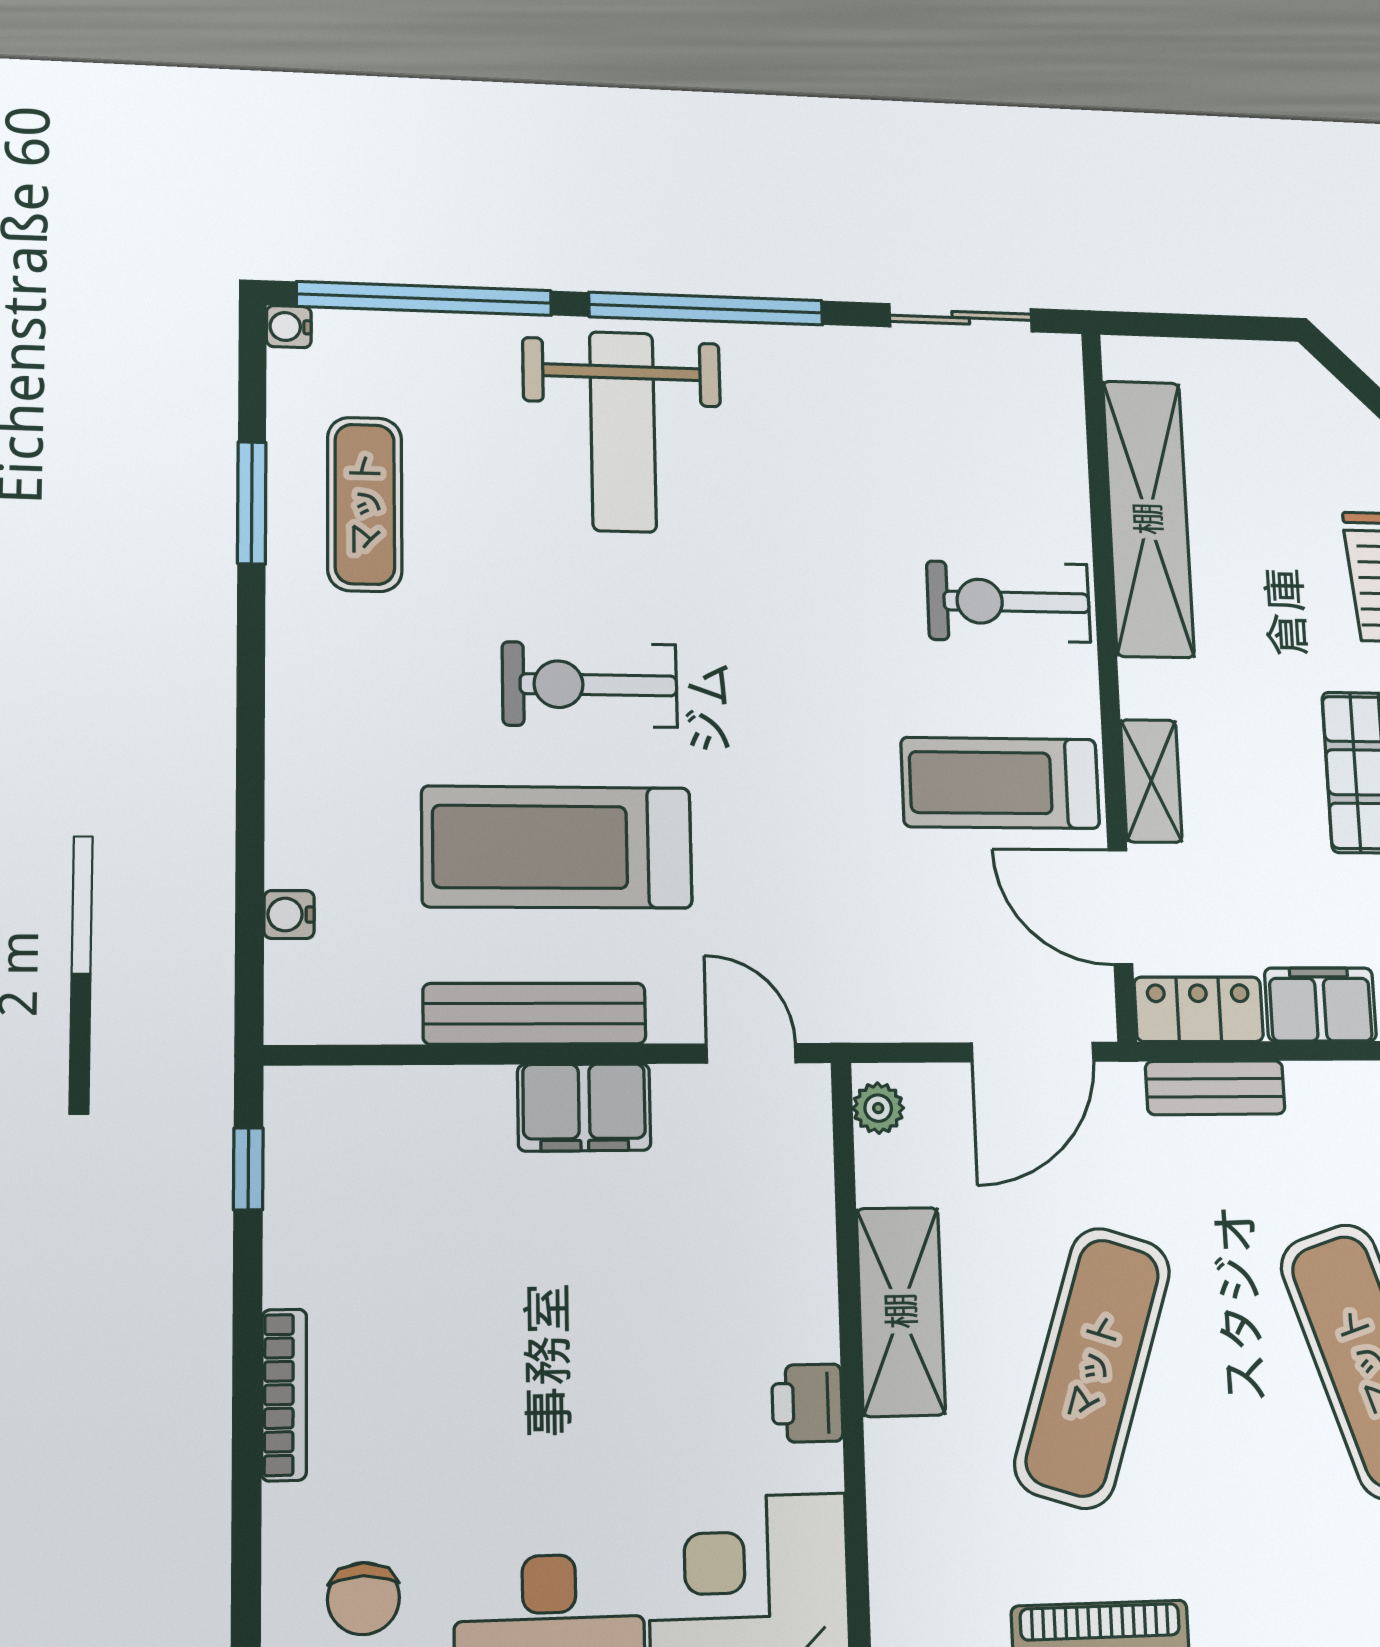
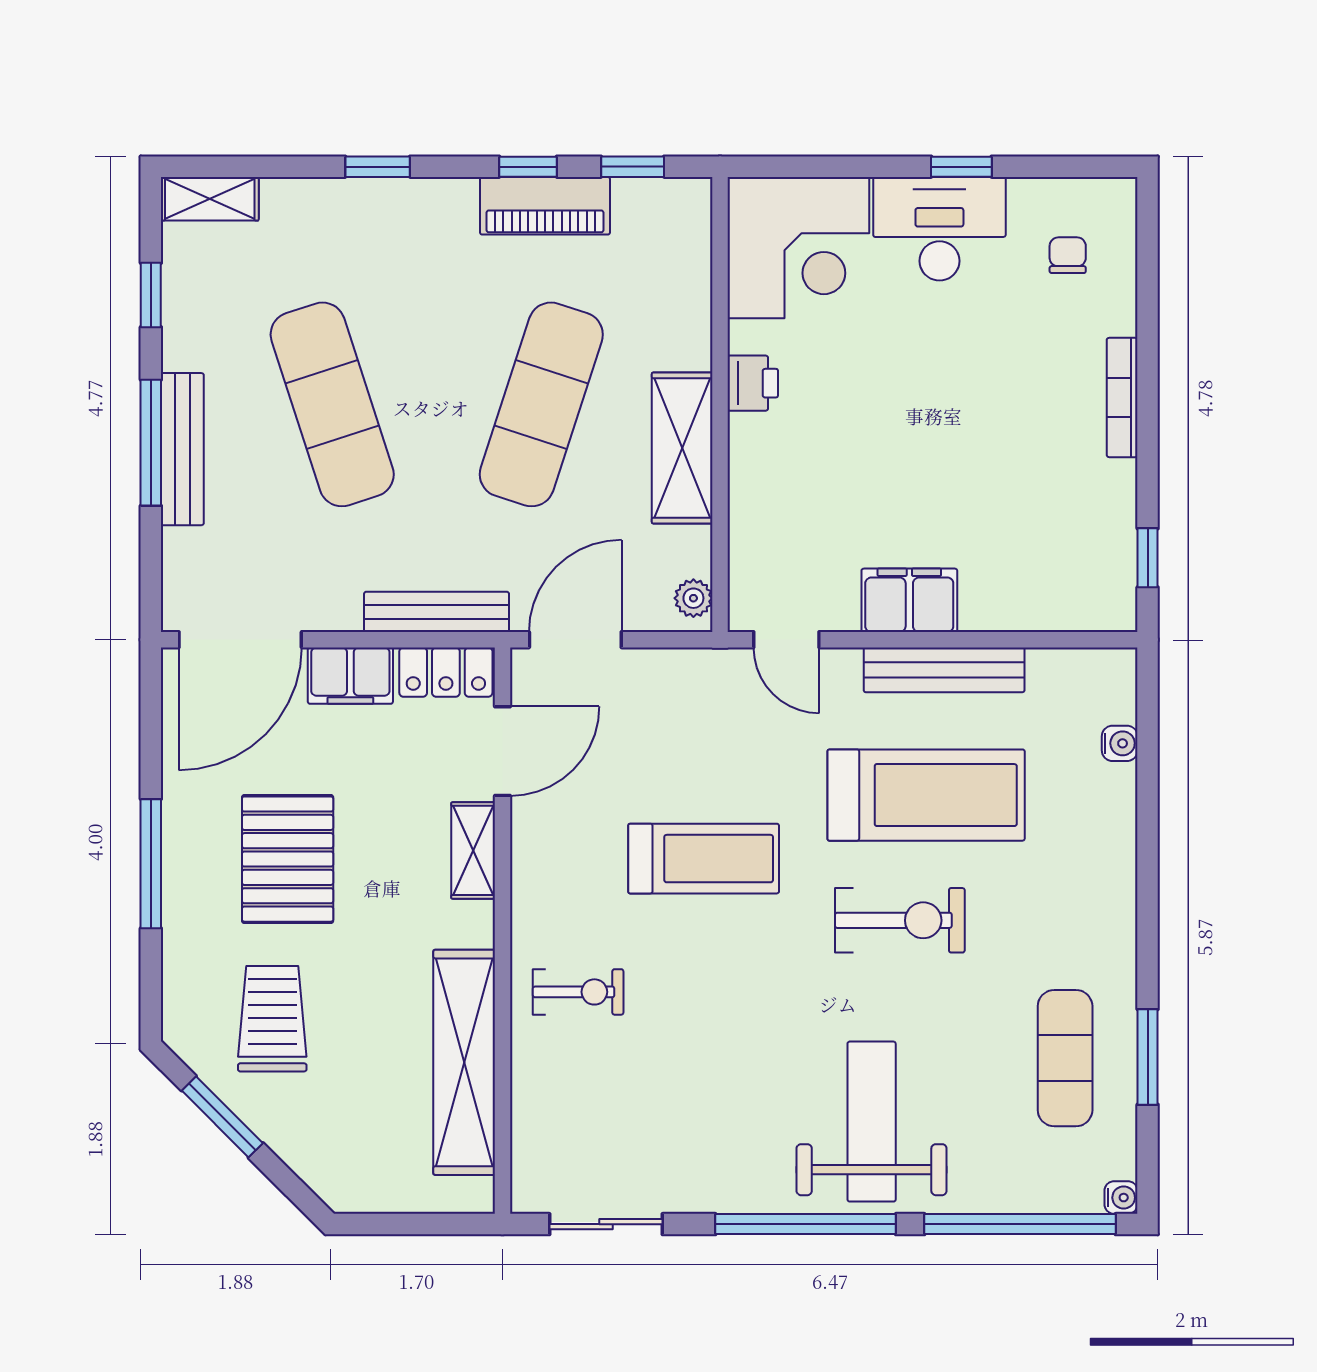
exercise bike: (1009, 602) -> (578, 992), width x0.73, depth x0.72
treadmill: (1000, 783) -> (704, 859), moved
door: (1120, 907) -> (502, 751), hinge flipped
bench: (1215, 1088) -> (437, 612), width x1.36
chair: (363, 1599) -> (1068, 255), width x0.73, depth x0.73

